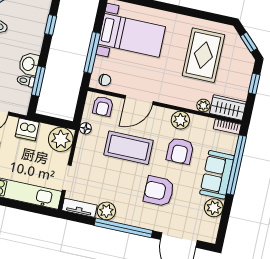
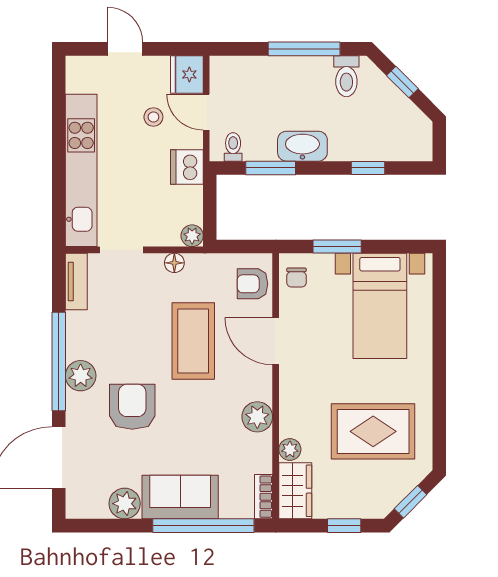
window: (92, 53) -> (337, 246), width x0.69
washbasin: (29, 64) -> (302, 146), width x1.38
toilet: (26, 81) -> (233, 147), moved
floor lamp: (85, 128) -> (174, 263), moved
plant: (61, 139) -> (192, 236), width x0.53, depth x0.53
armchair: (180, 151) -> (206, 427), removed
plant: (106, 211) -> (81, 376), moved

